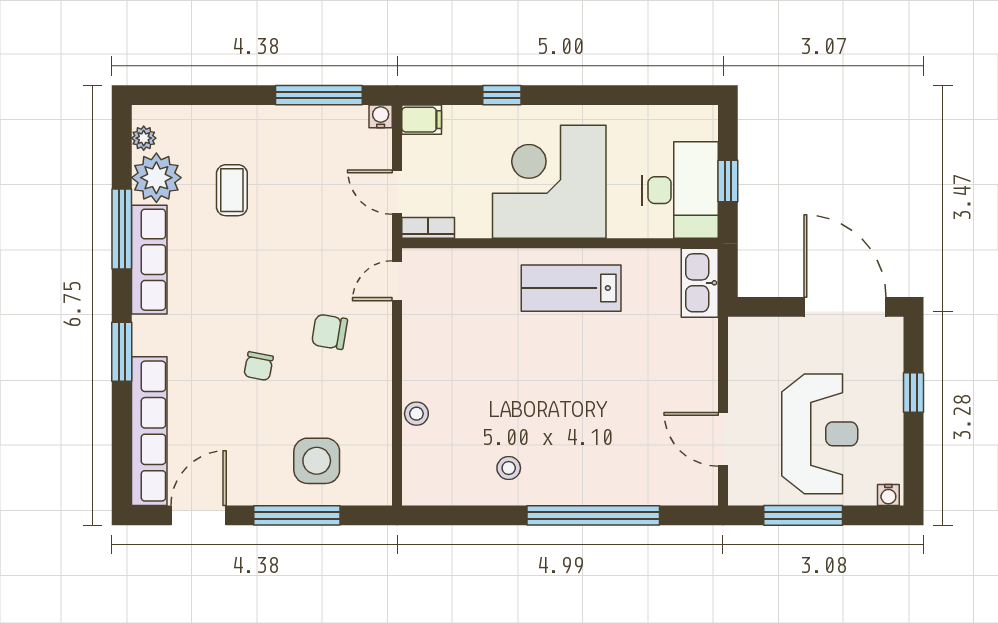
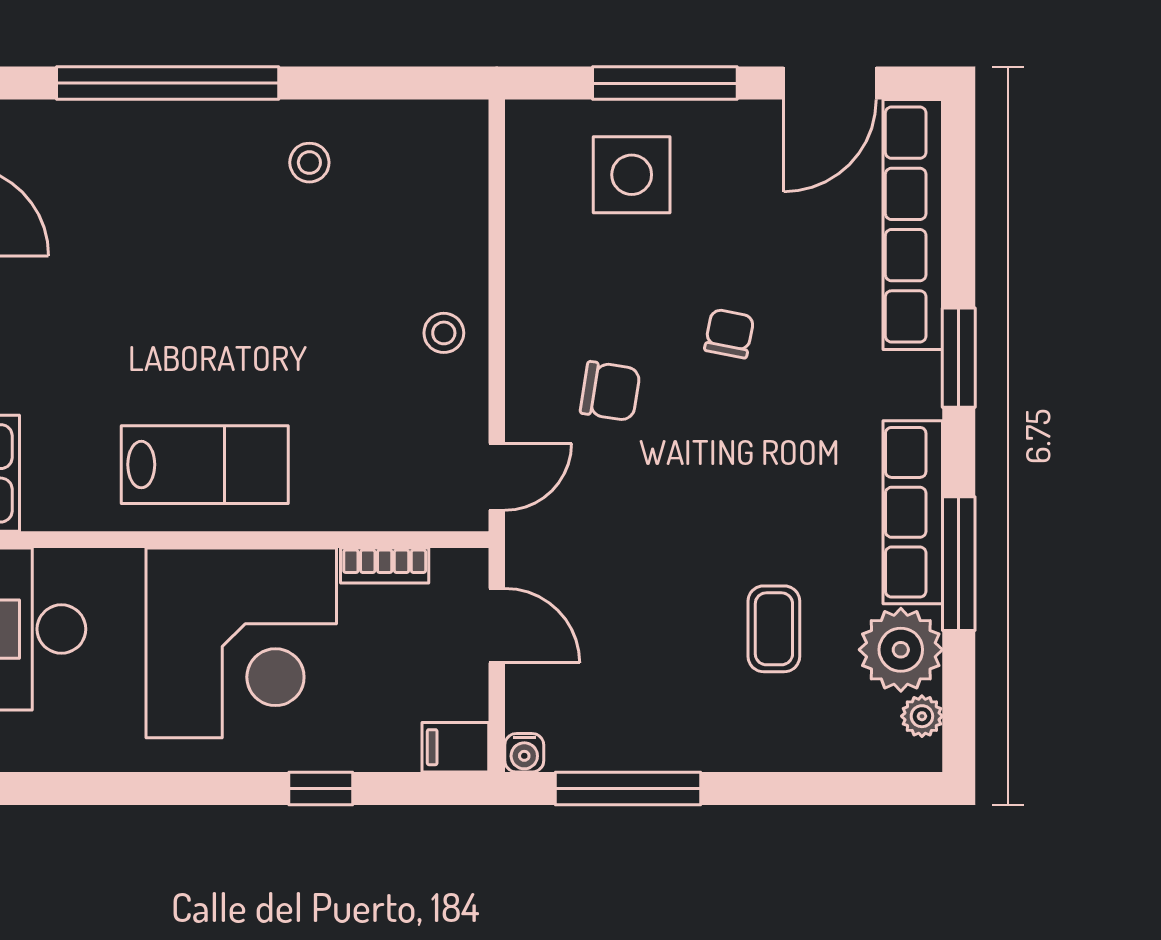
bookcase: (428, 228) -> (385, 565), moved
stool: (416, 414) -> (444, 333), moved

